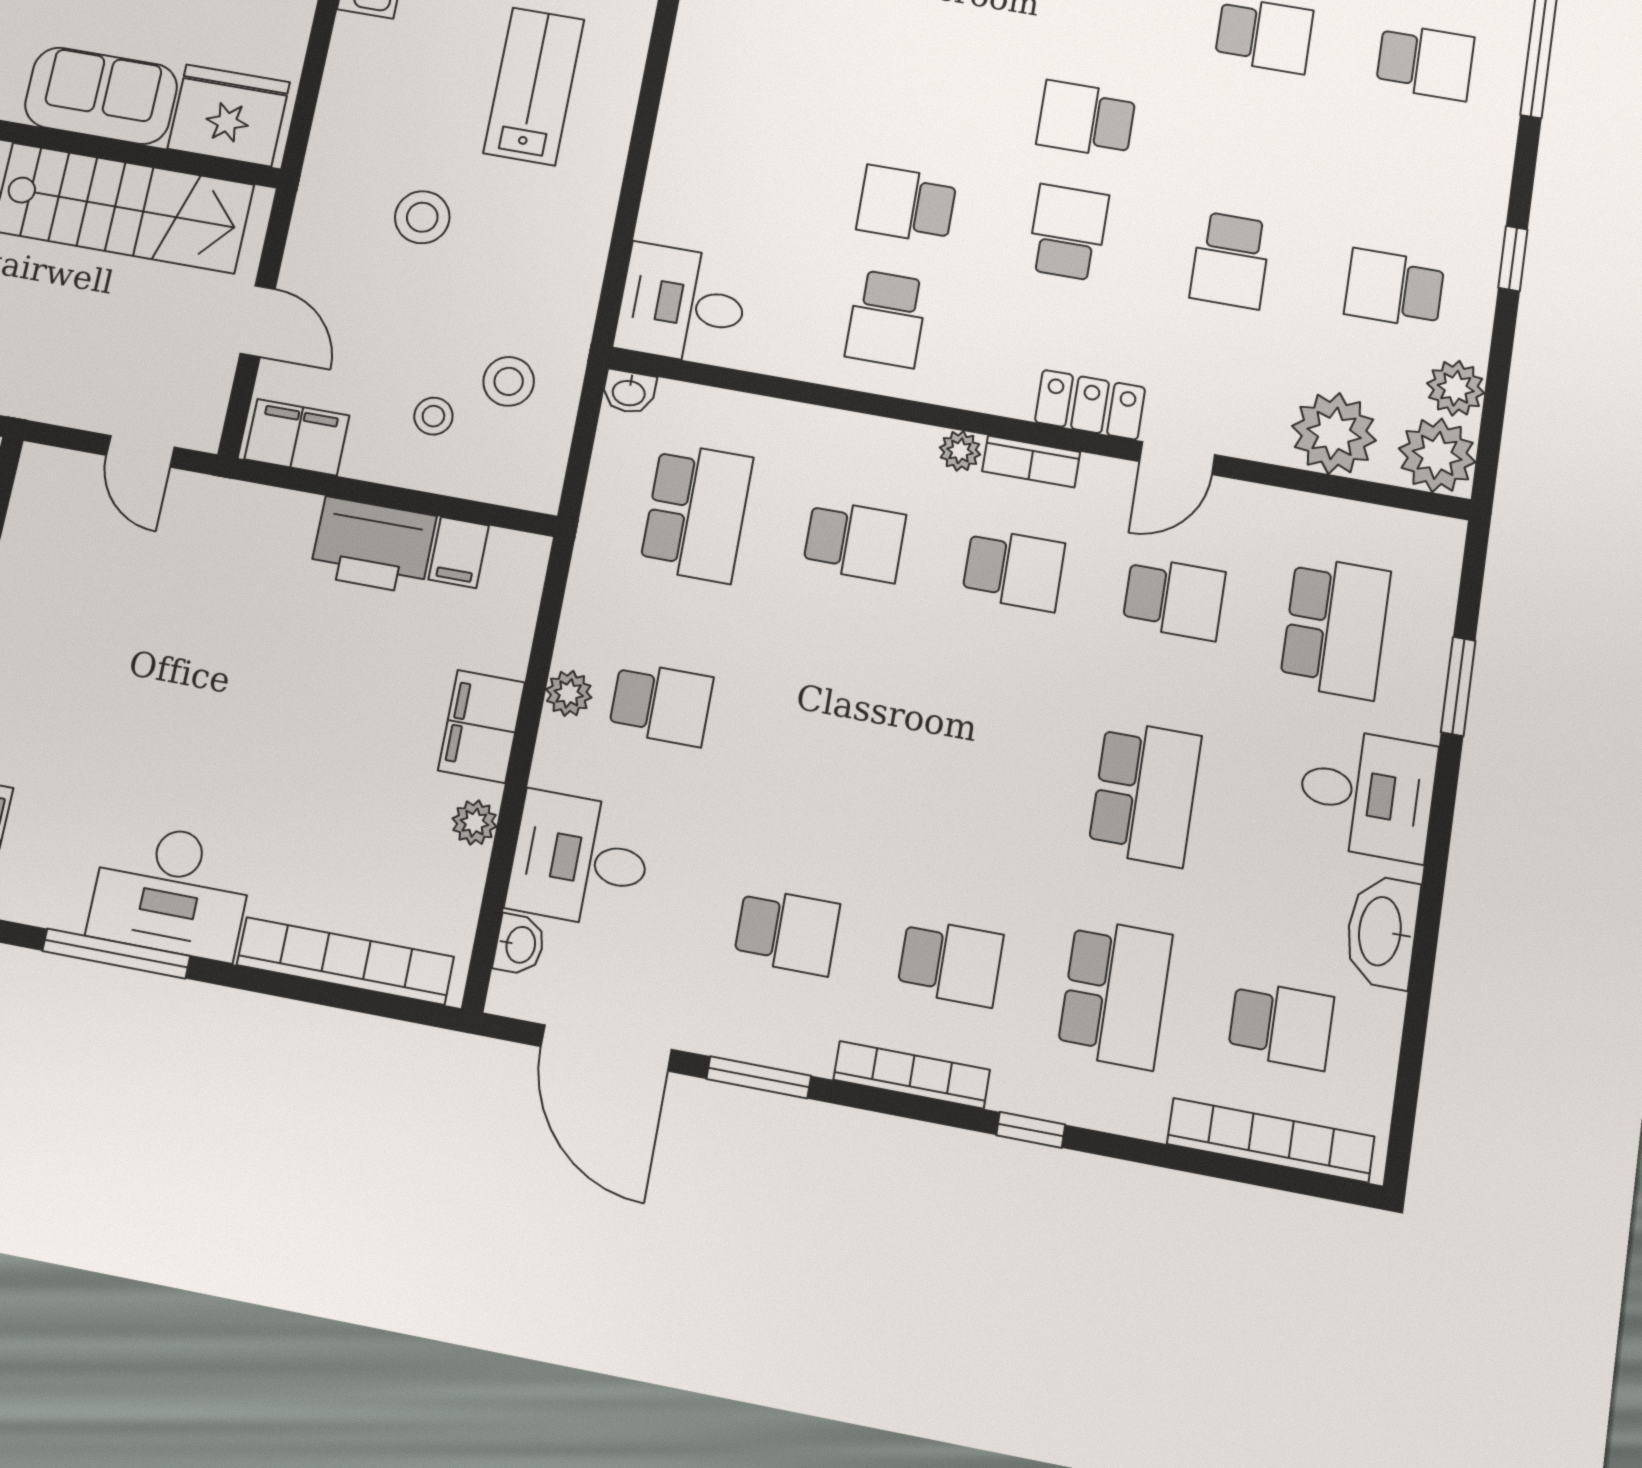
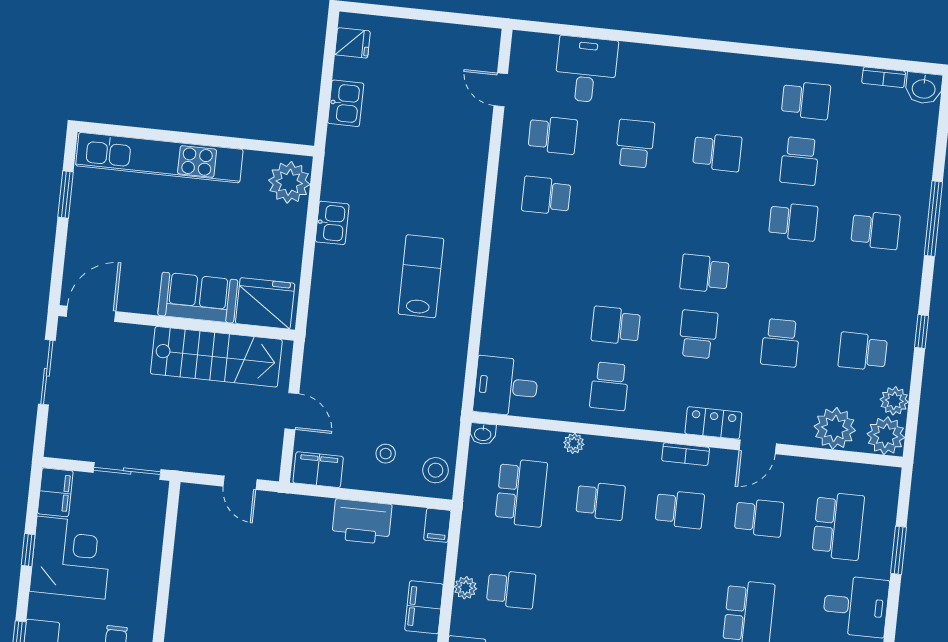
stool: (422, 217) -> (370, 350), removed
stool: (509, 381) -> (436, 470), moved
plant: (960, 451) -> (574, 443), moved
filing cabinet: (459, 552) -> (437, 525), moved

